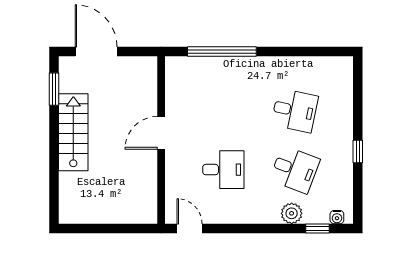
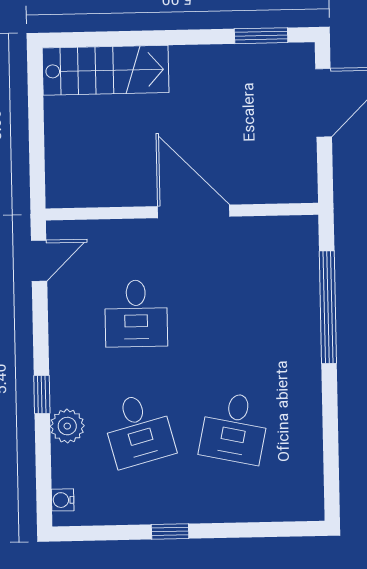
stairs: (73, 132) -> (106, 70), moved
door: (161, 133) -> (194, 211), width x1.36
desk: (295, 170) -> (139, 430), turned -36
window: (318, 229) -> (42, 395), moved

